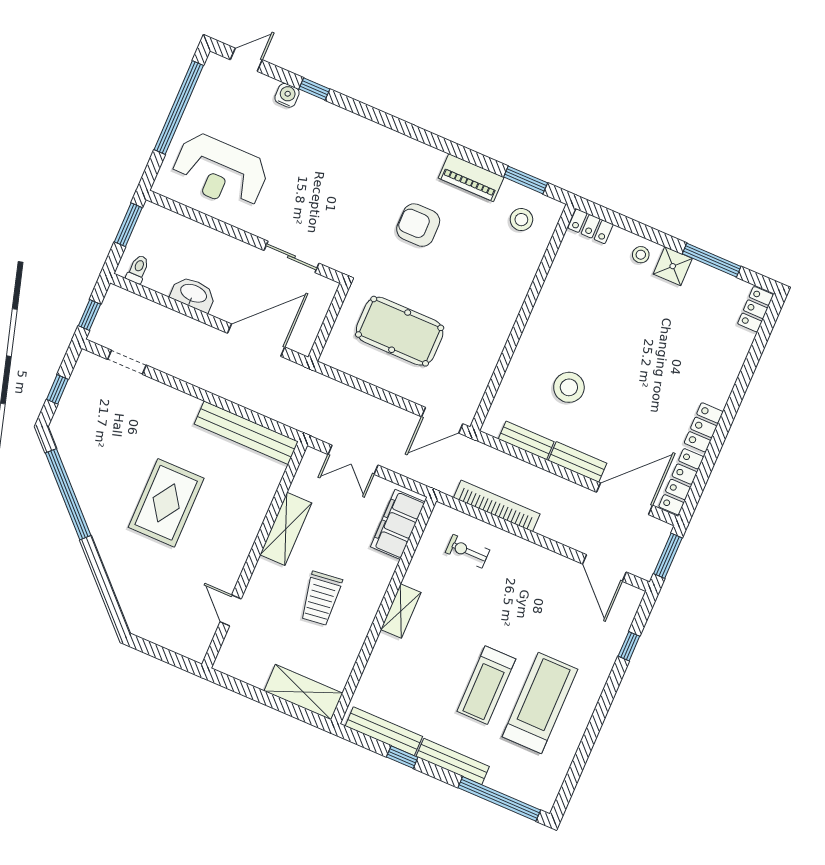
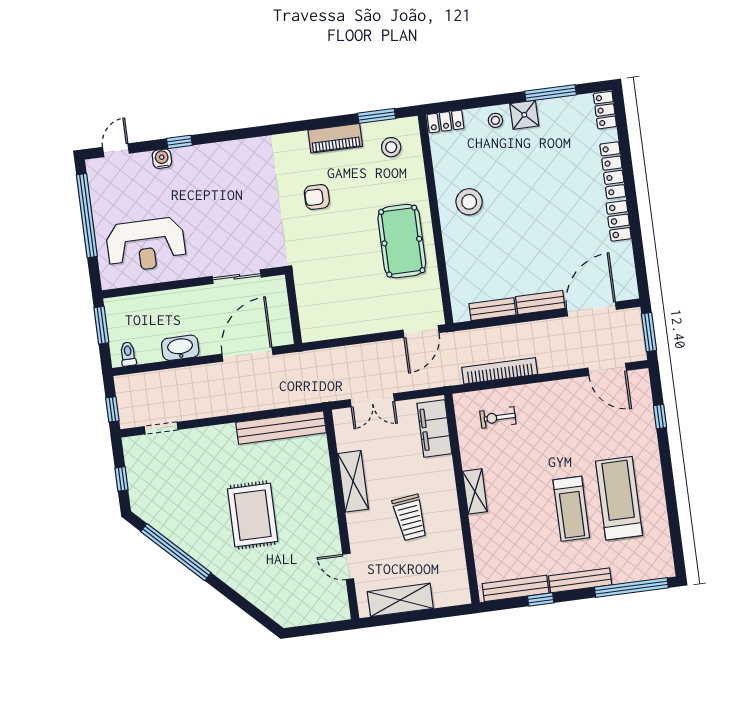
armchair: (418, 225) -> (317, 197), width x0.72, depth x0.72
pool table: (400, 331) -> (402, 241), moved, turned 90
stool: (569, 387) -> (469, 202), moved
locker: (681, 482) -> (613, 170), moved
shelving: (303, 692) -> (400, 600), moved

